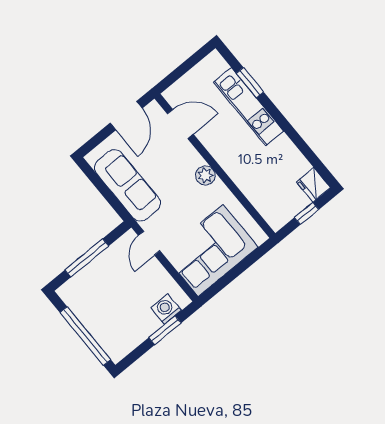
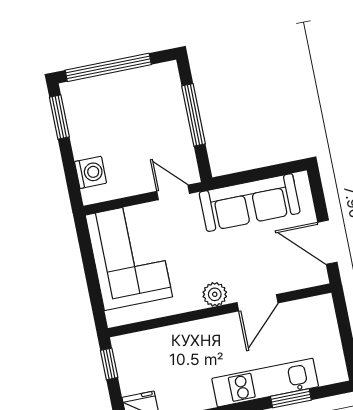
door: (180, 124) -> (258, 303), moved
window: (307, 214) -> (109, 364), moved
window: (165, 330) -> (59, 117), moved

